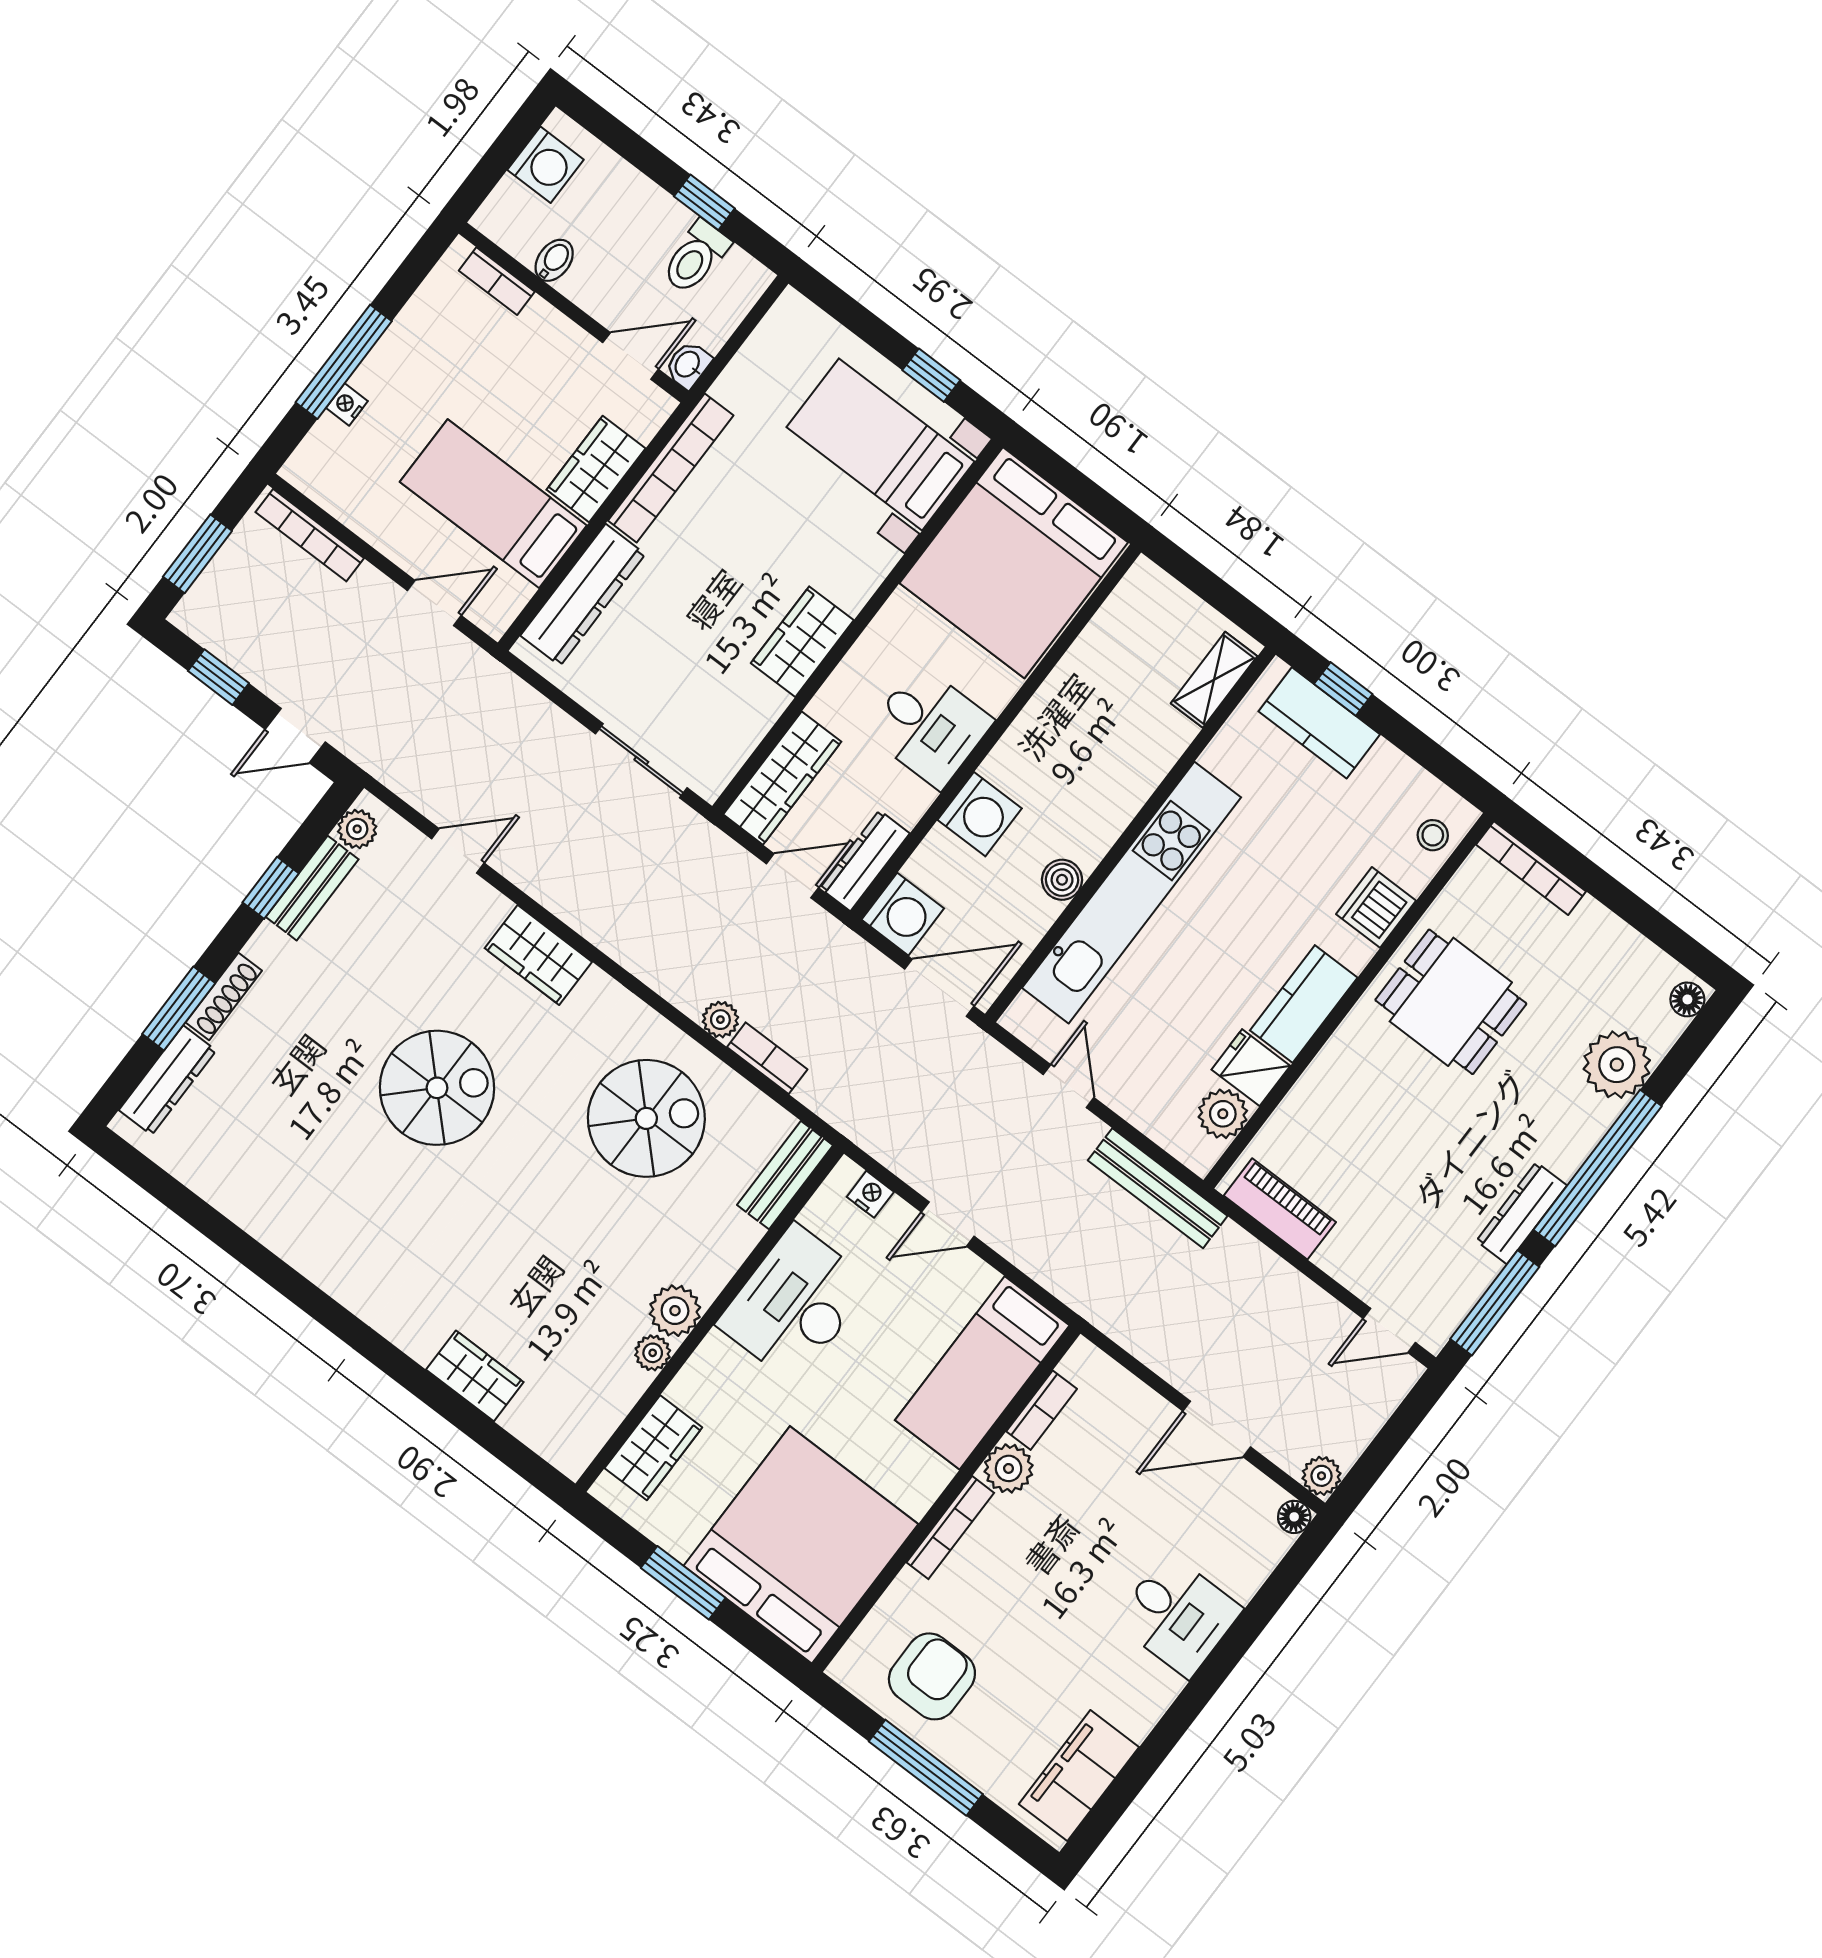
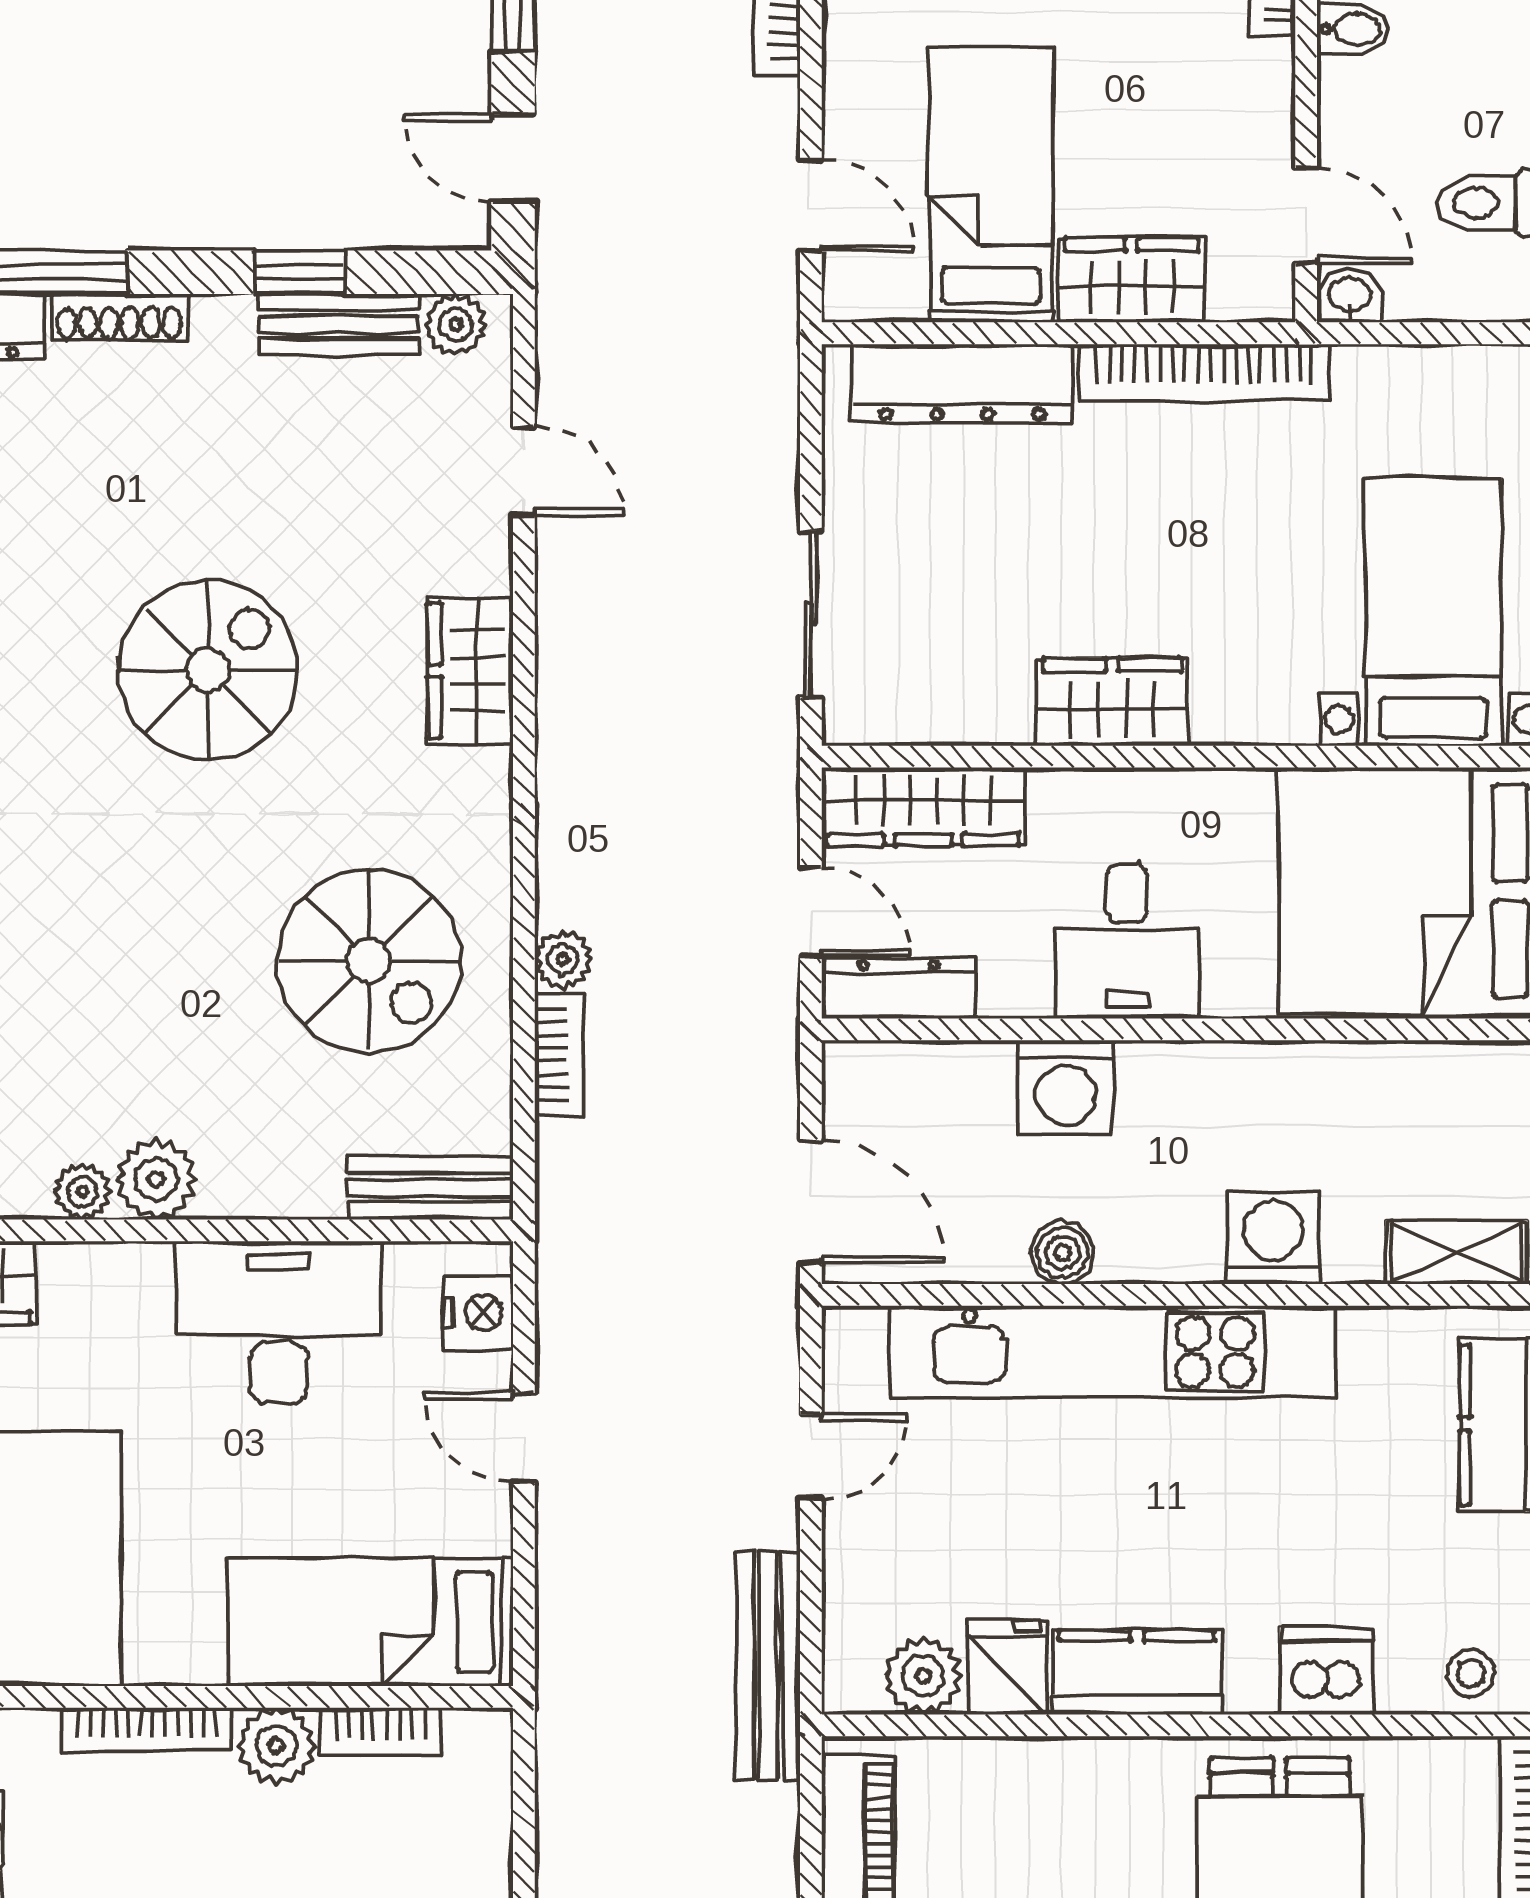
washing machine: (903, 914) -> (1273, 1238), moved, turned 180
spiral stairs: (437, 1088) -> (208, 670), turned -90
nightstand: (870, 1194) -> (478, 1313), width x1.39, depth x1.35

